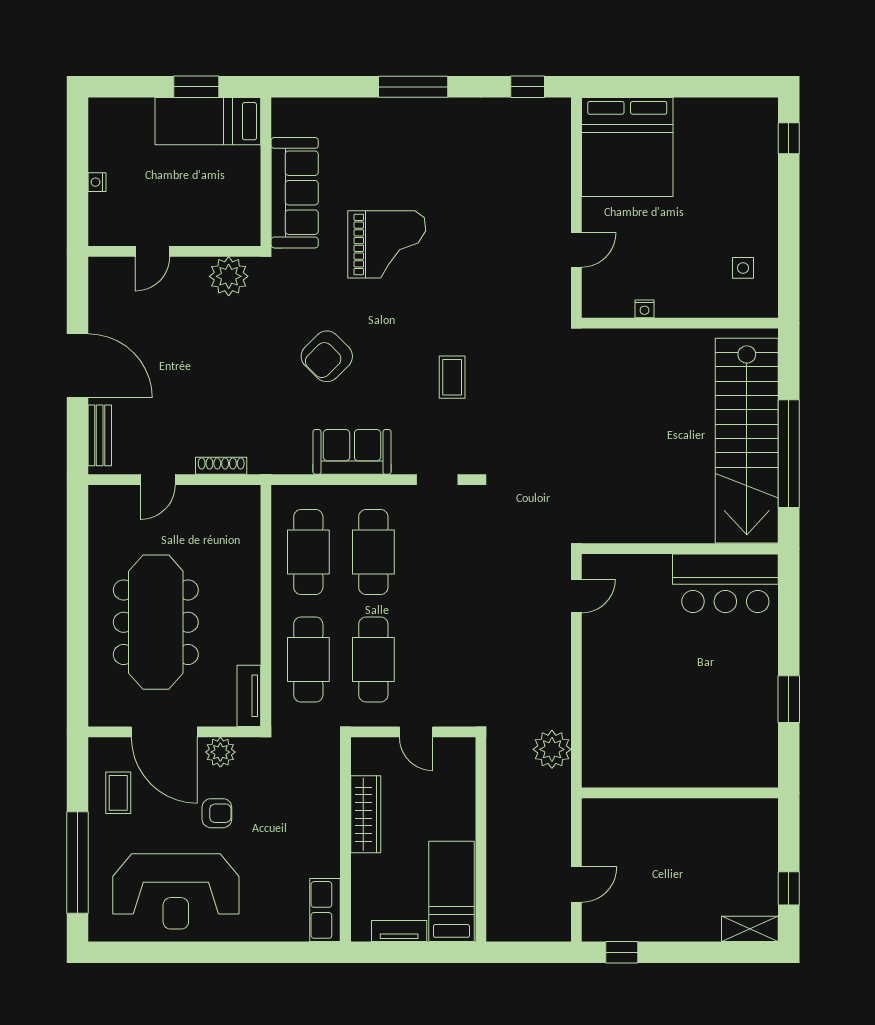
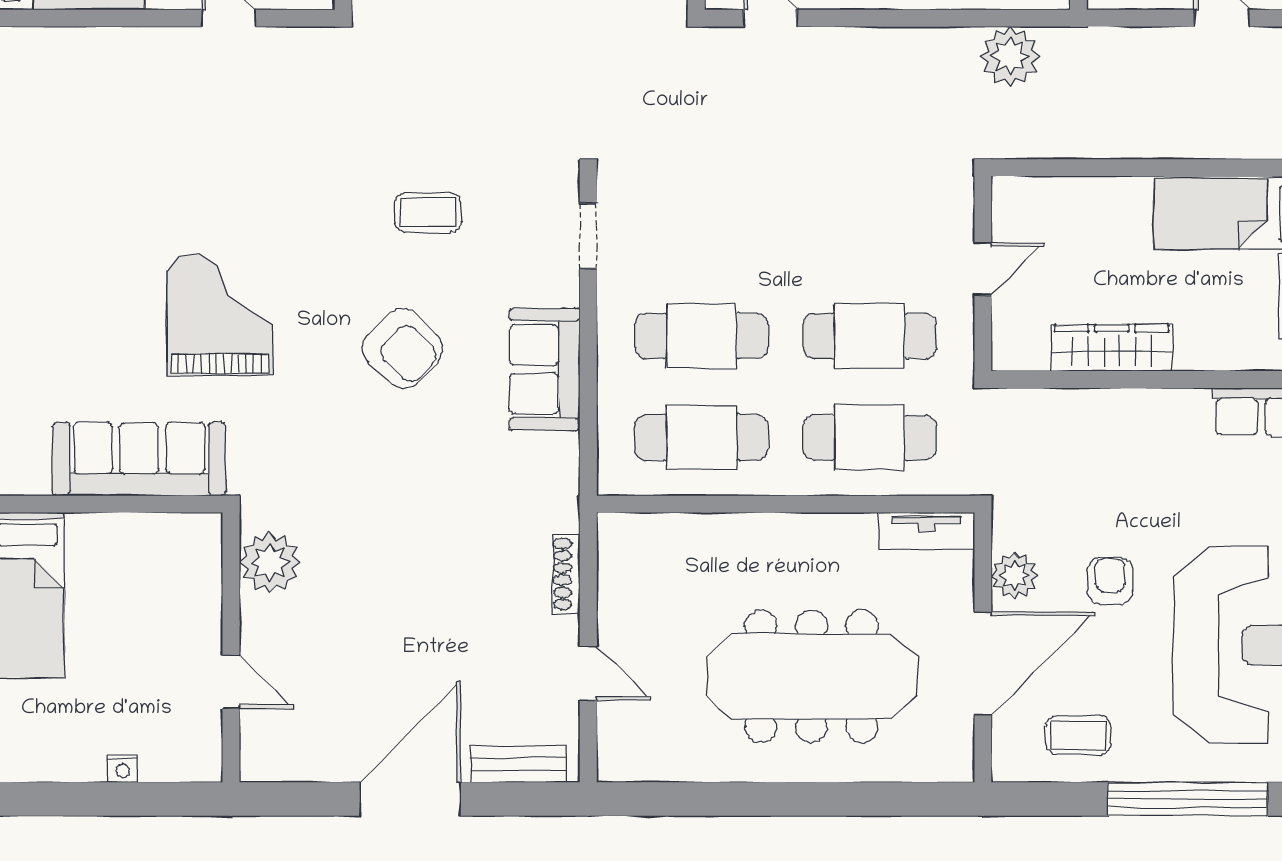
armchair: (327, 356) -> (403, 348), moved

